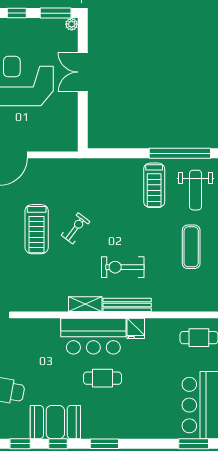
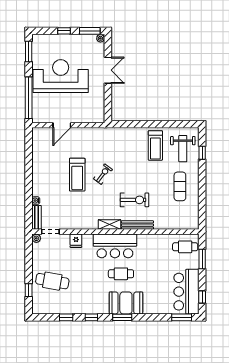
double door: (83, 72) -> (108, 70), swing flipped
window: (180, 153) -> (172, 124), removed
exercise bike: (123, 267) -> (134, 200), turned 180
fridge: (136, 328) -> (76, 241), moved
booth: (55, 422) -> (126, 303), moved

